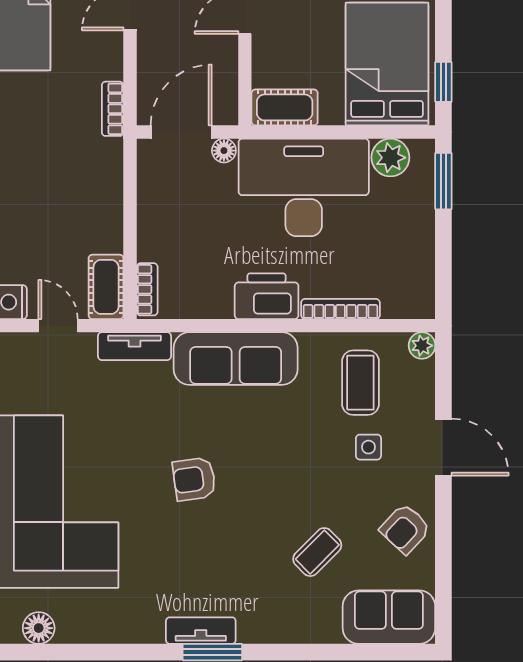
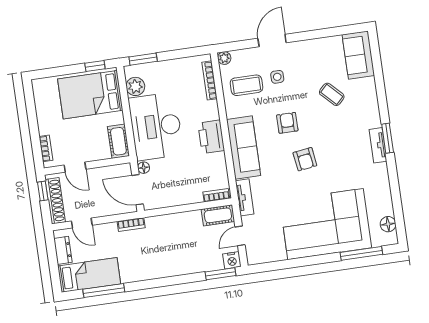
bookcase: (340, 309) -> (209, 80), moved
armchair: (405, 529) -> (287, 123), moved, turned -133

